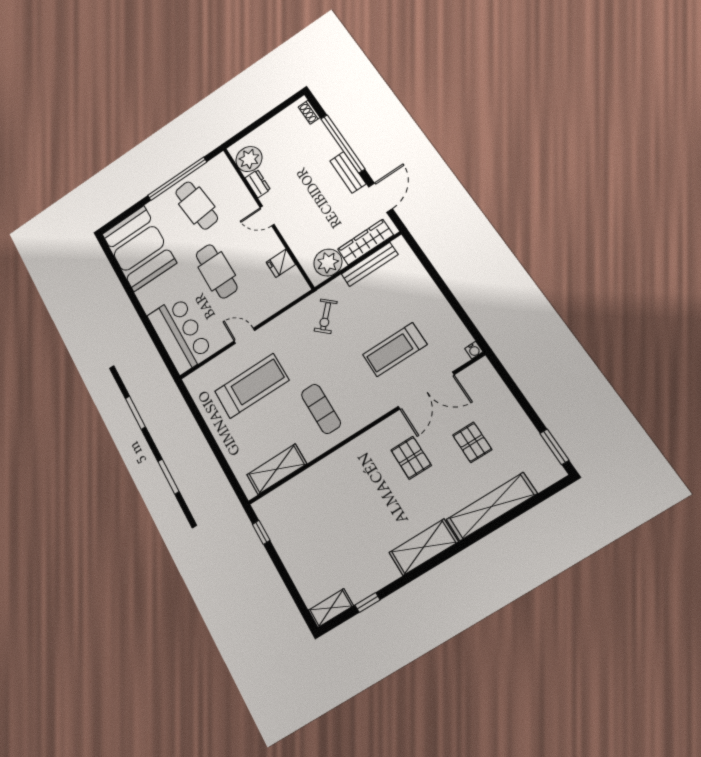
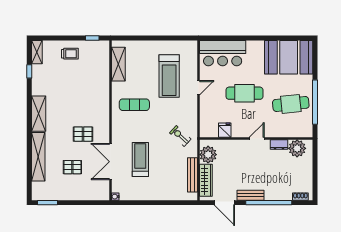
trolley: (303, 553) -> (70, 54), added

